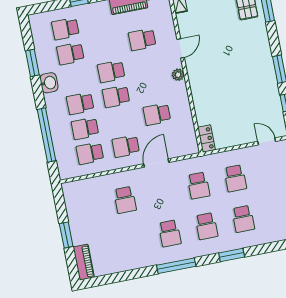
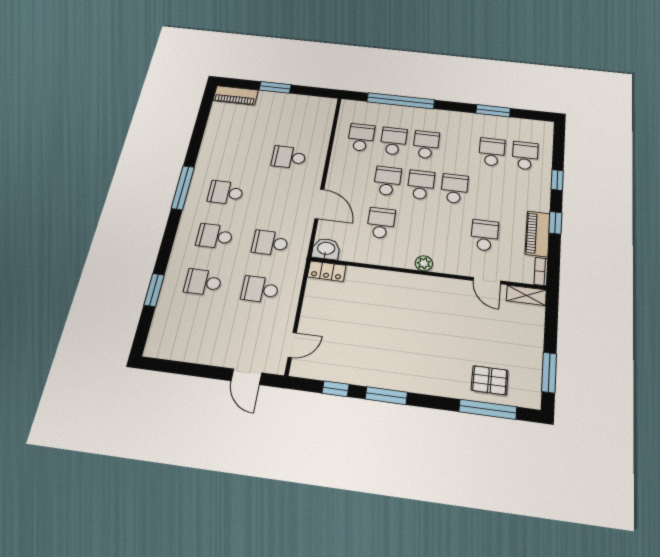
door: (181, 48) -> (487, 281), moved
washbasin: (49, 83) -> (326, 249), moved, turned 180
school desk: (126, 146) -> (387, 181), moved
window: (232, 255) -> (154, 290), moved

